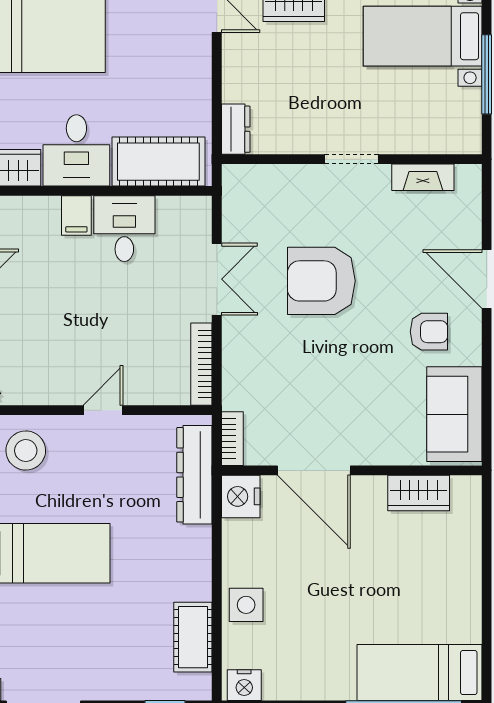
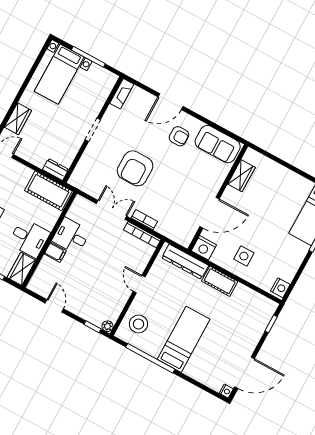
cot: (158, 162) -> (48, 191), moved, turned 90
fireplace: (423, 177) -> (122, 94), moved
armchair: (429, 332) -> (179, 136), turned 90
bookcase: (232, 439) -> (144, 220), moved
side table: (246, 605) -> (244, 256), moved
cot: (193, 637) -> (220, 281), moved

